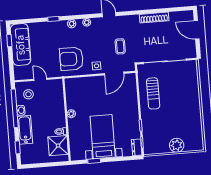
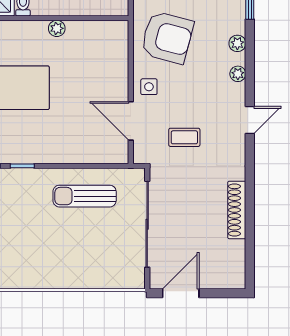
door: (197, 30) -> (181, 293), moved
armchair: (71, 59) -> (167, 37), turned 105

